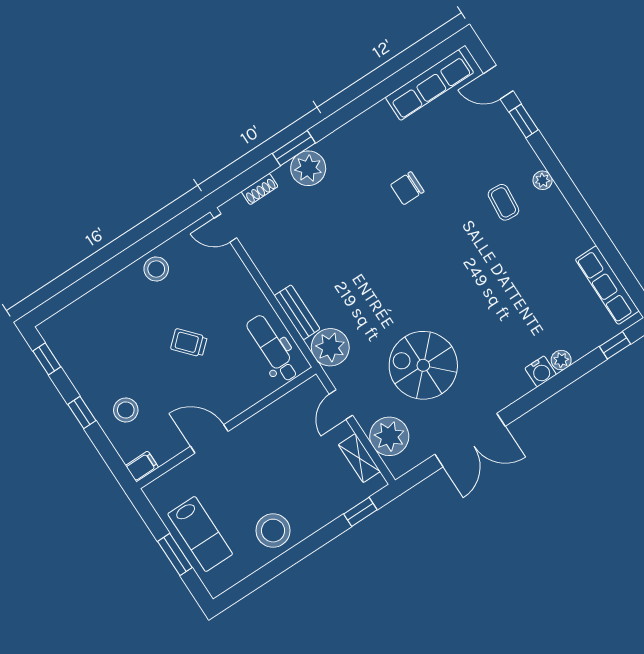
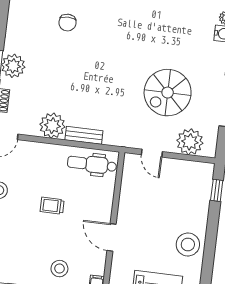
trolley: (189, 343) -> (52, 206), turned 42
plant: (330, 347) -> (52, 126), moved
door: (209, 439) -> (112, 237), hinge flipped
shelving: (359, 458) -> (188, 167), removed

